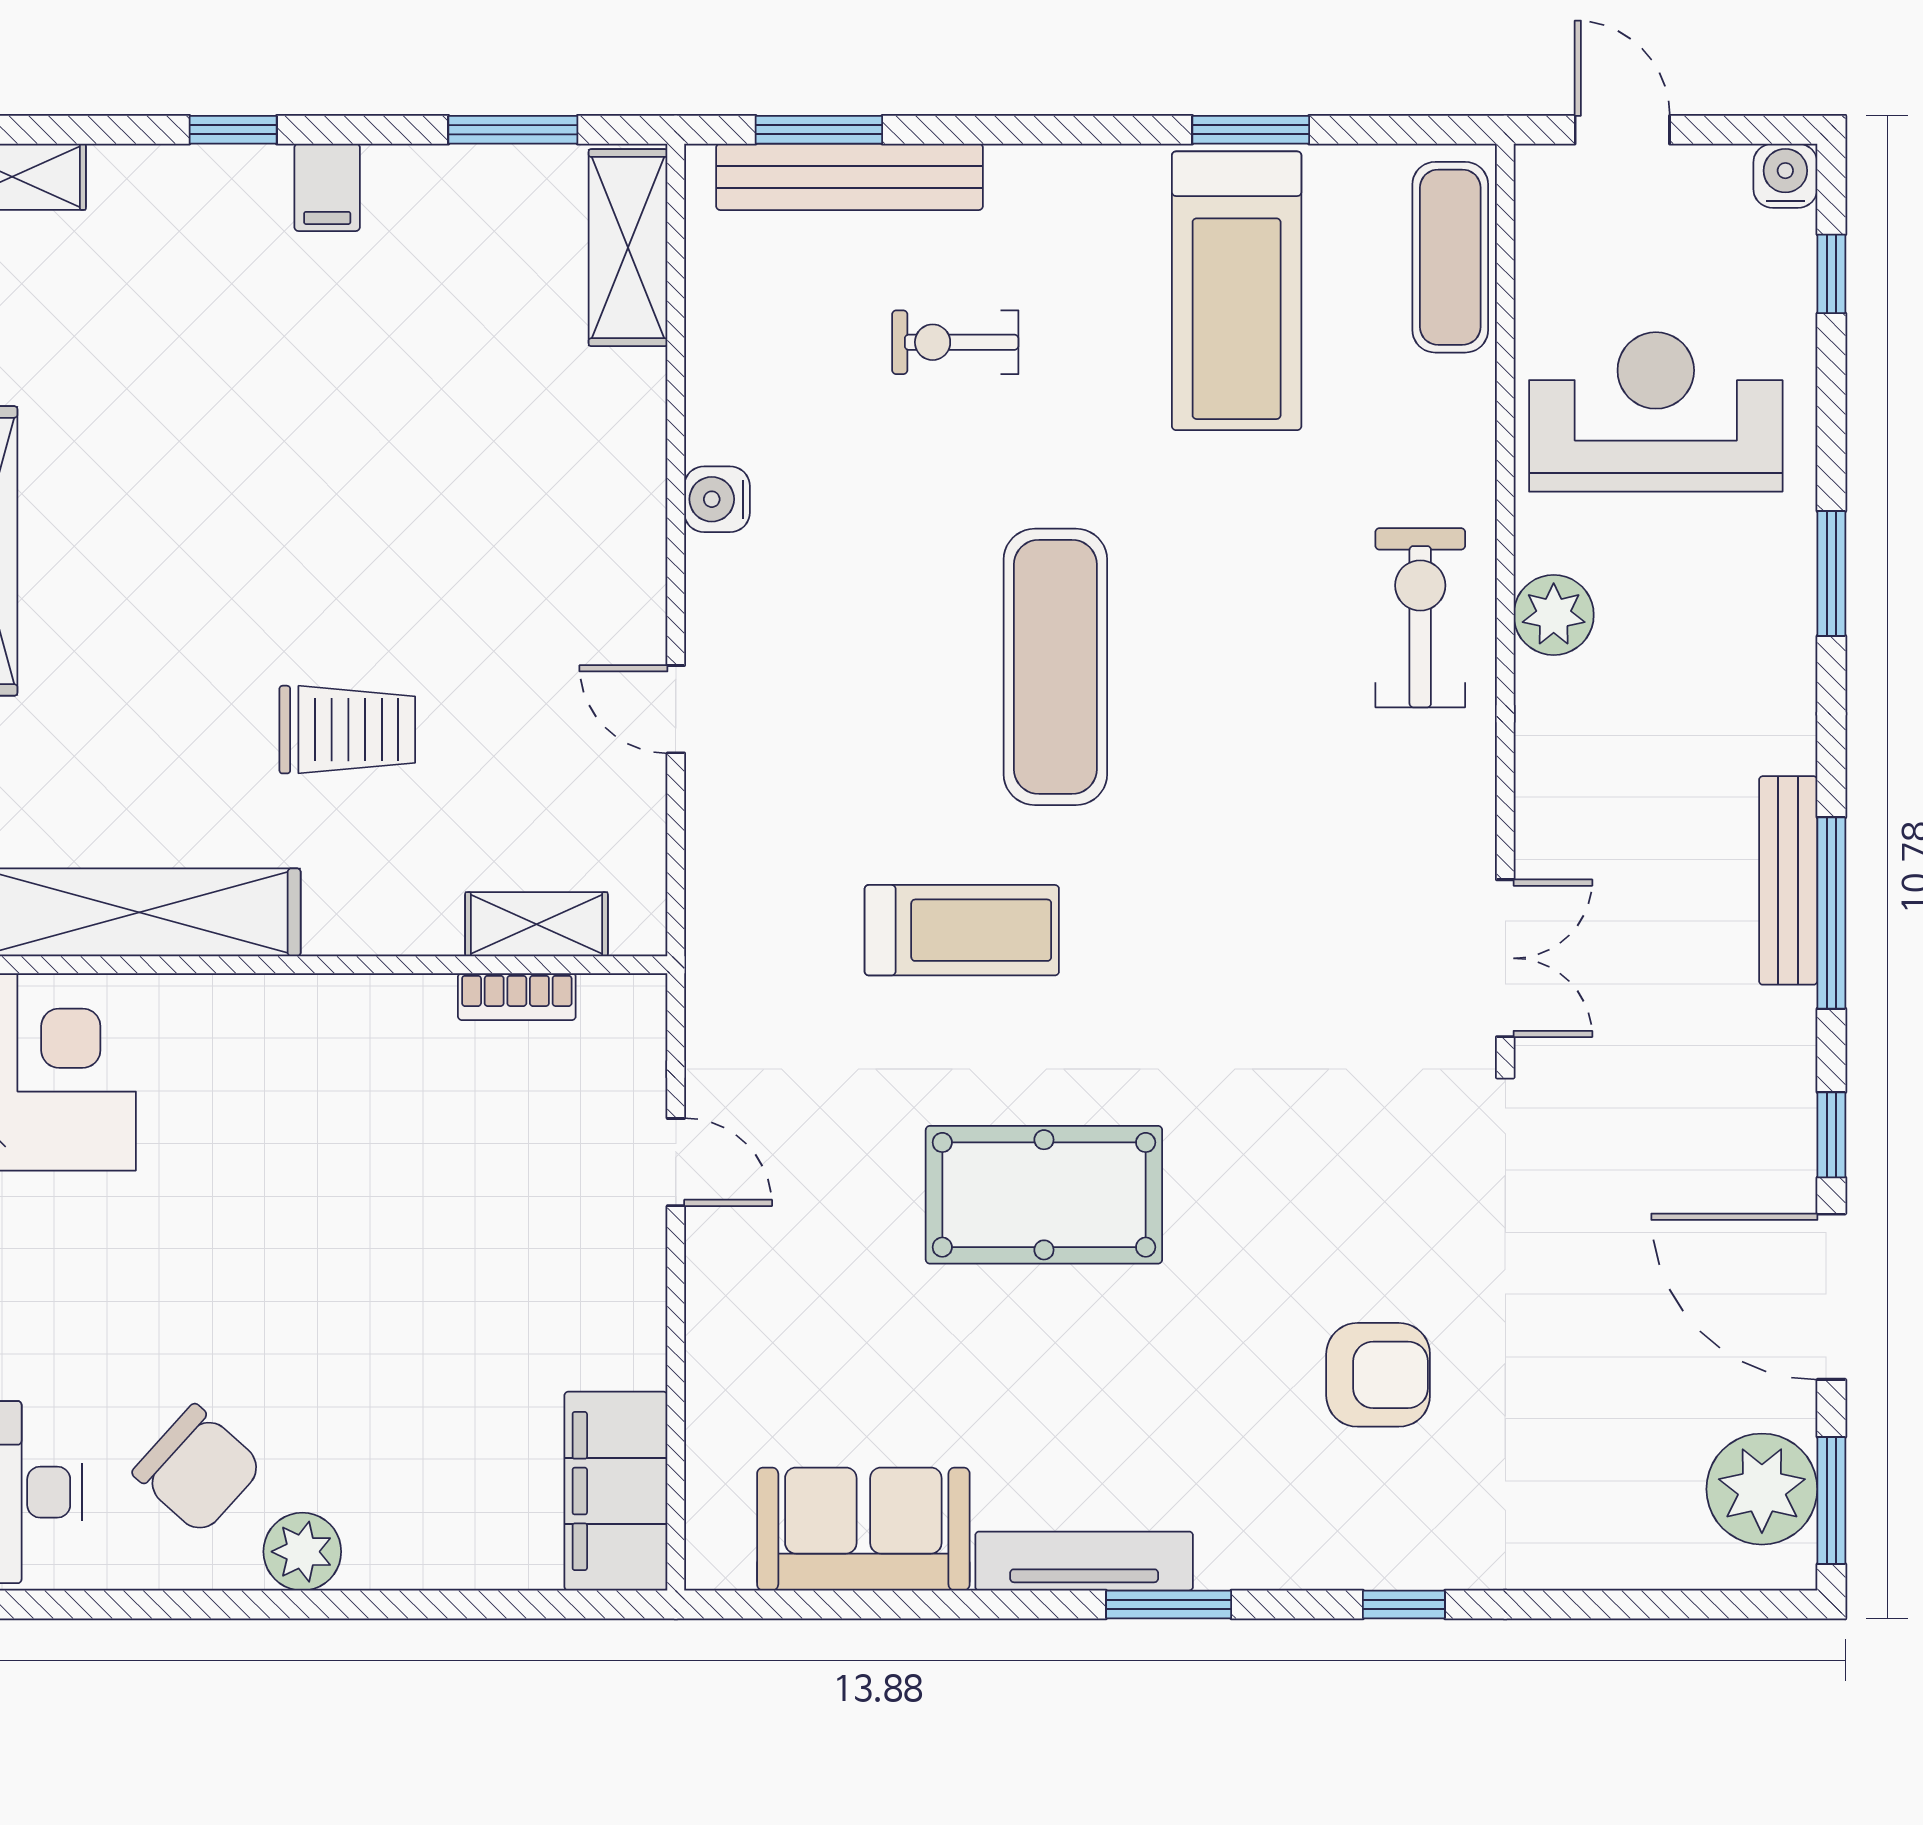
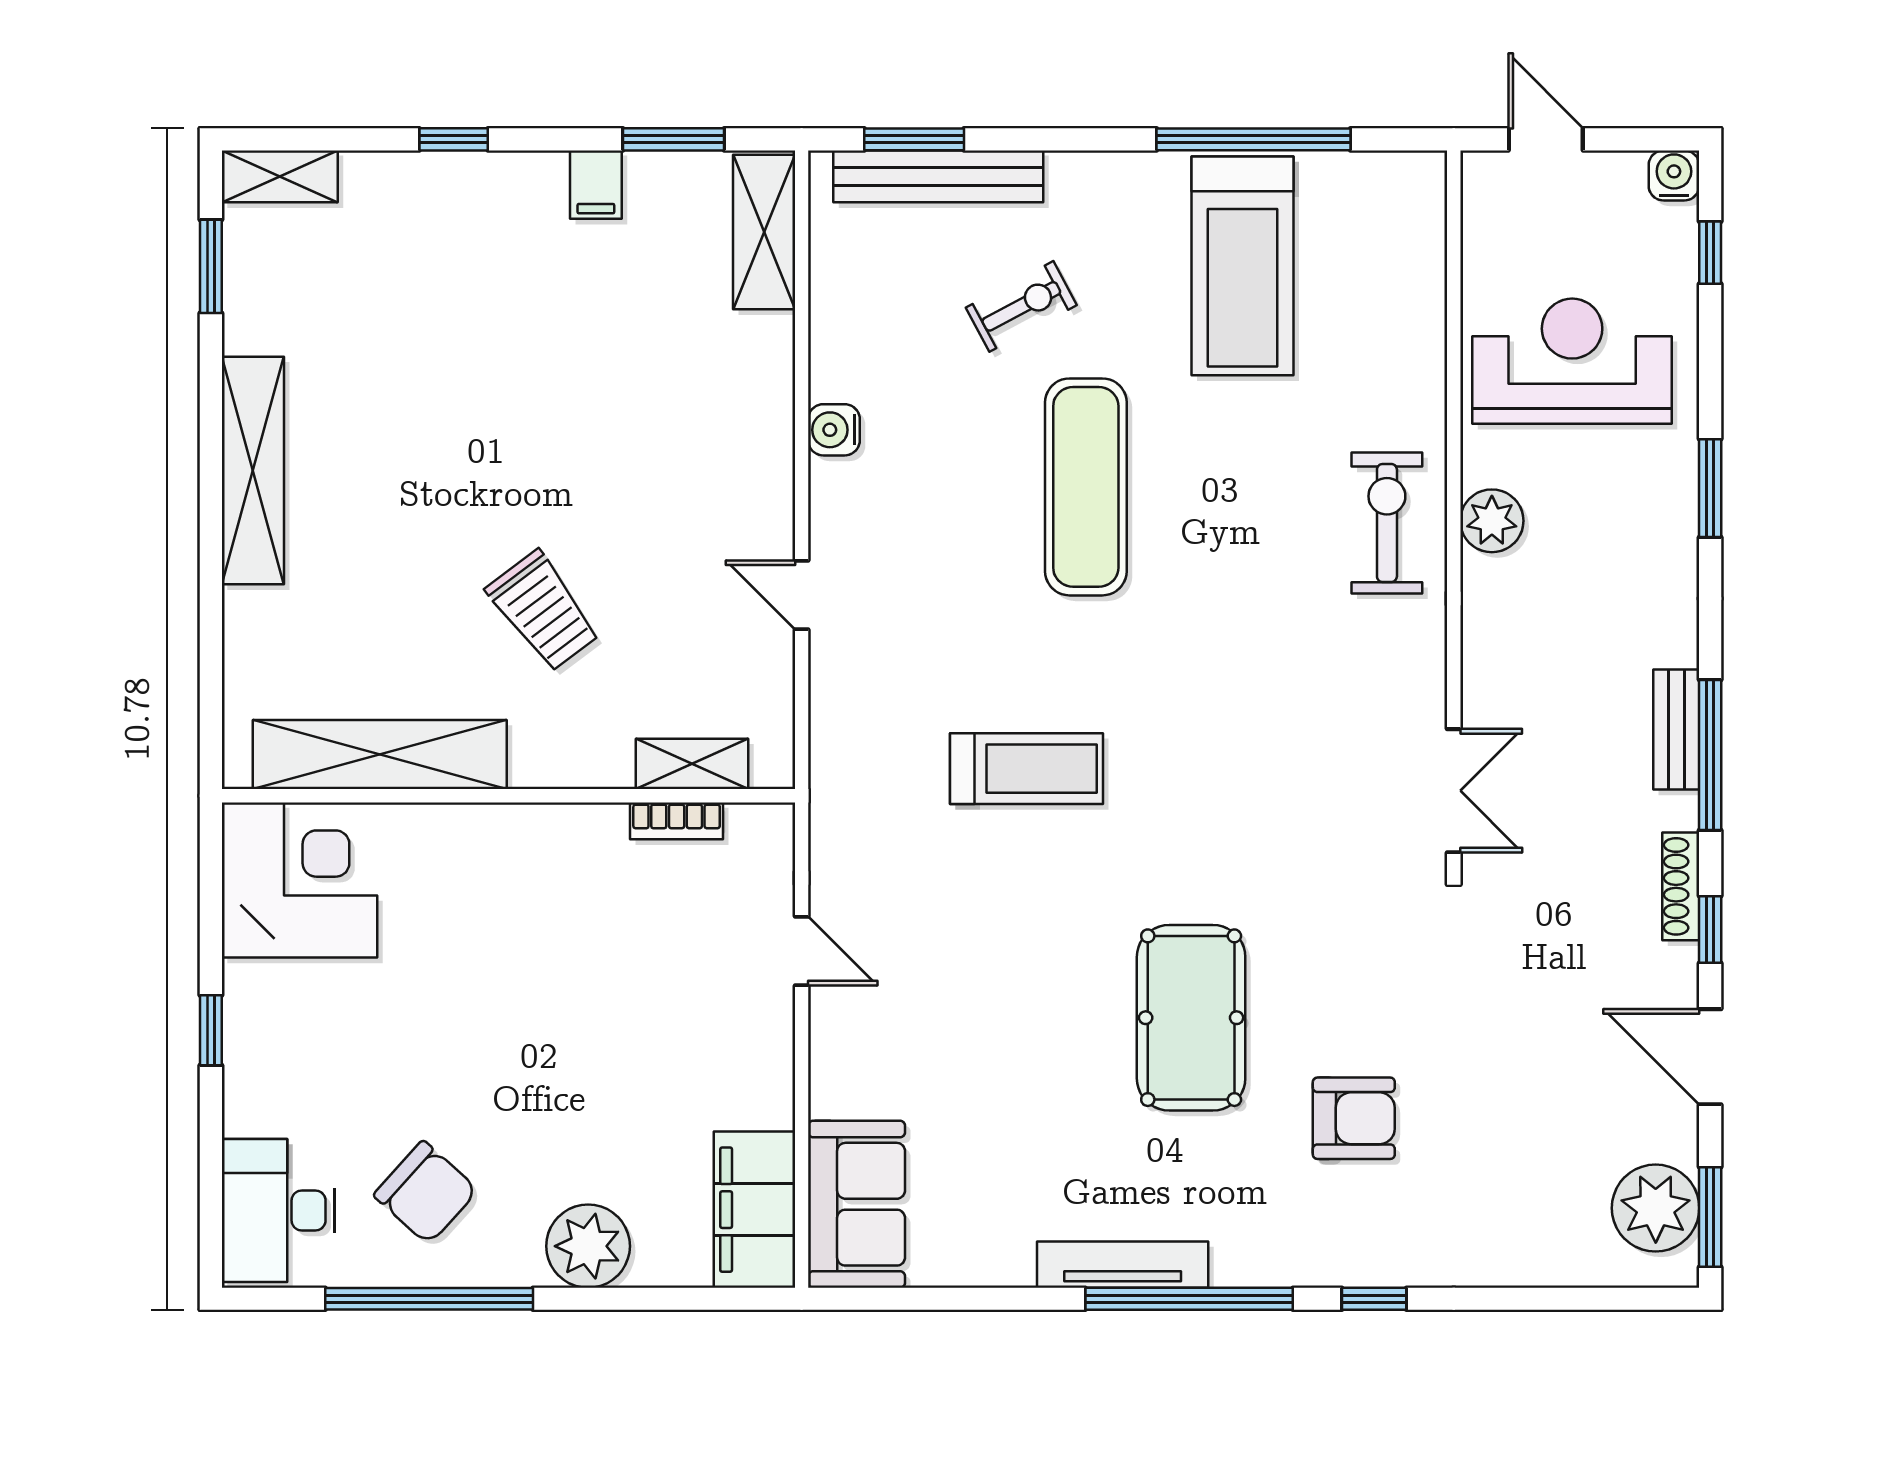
window: (1251, 130) -> (1254, 139), width x2.11
filing cabinet: (327, 187) -> (596, 185), moved
exercise mat: (1450, 257) -> (1410, 240), removed
exercise bike: (955, 342) -> (1021, 306), turned 152
exercise mat: (1055, 667) -> (1086, 487), moved
trolley: (347, 730) -> (543, 611), turned 53
bench: (1788, 880) -> (1676, 730), width x0.73
shoe rack: (1794, 1080) -> (1681, 886), added
pool table: (1044, 1195) -> (1191, 1018), moved, turned 90
door: (1831, 1297) -> (1710, 1057), width x0.73
sofa: (863, 1529) -> (857, 1204), moved, turned 90
plant: (302, 1552) -> (588, 1246), moved, width x1.36, depth x1.36
window: (202, 1604) -> (429, 1299), added
window: (1169, 1604) -> (1189, 1299), width x2.11

